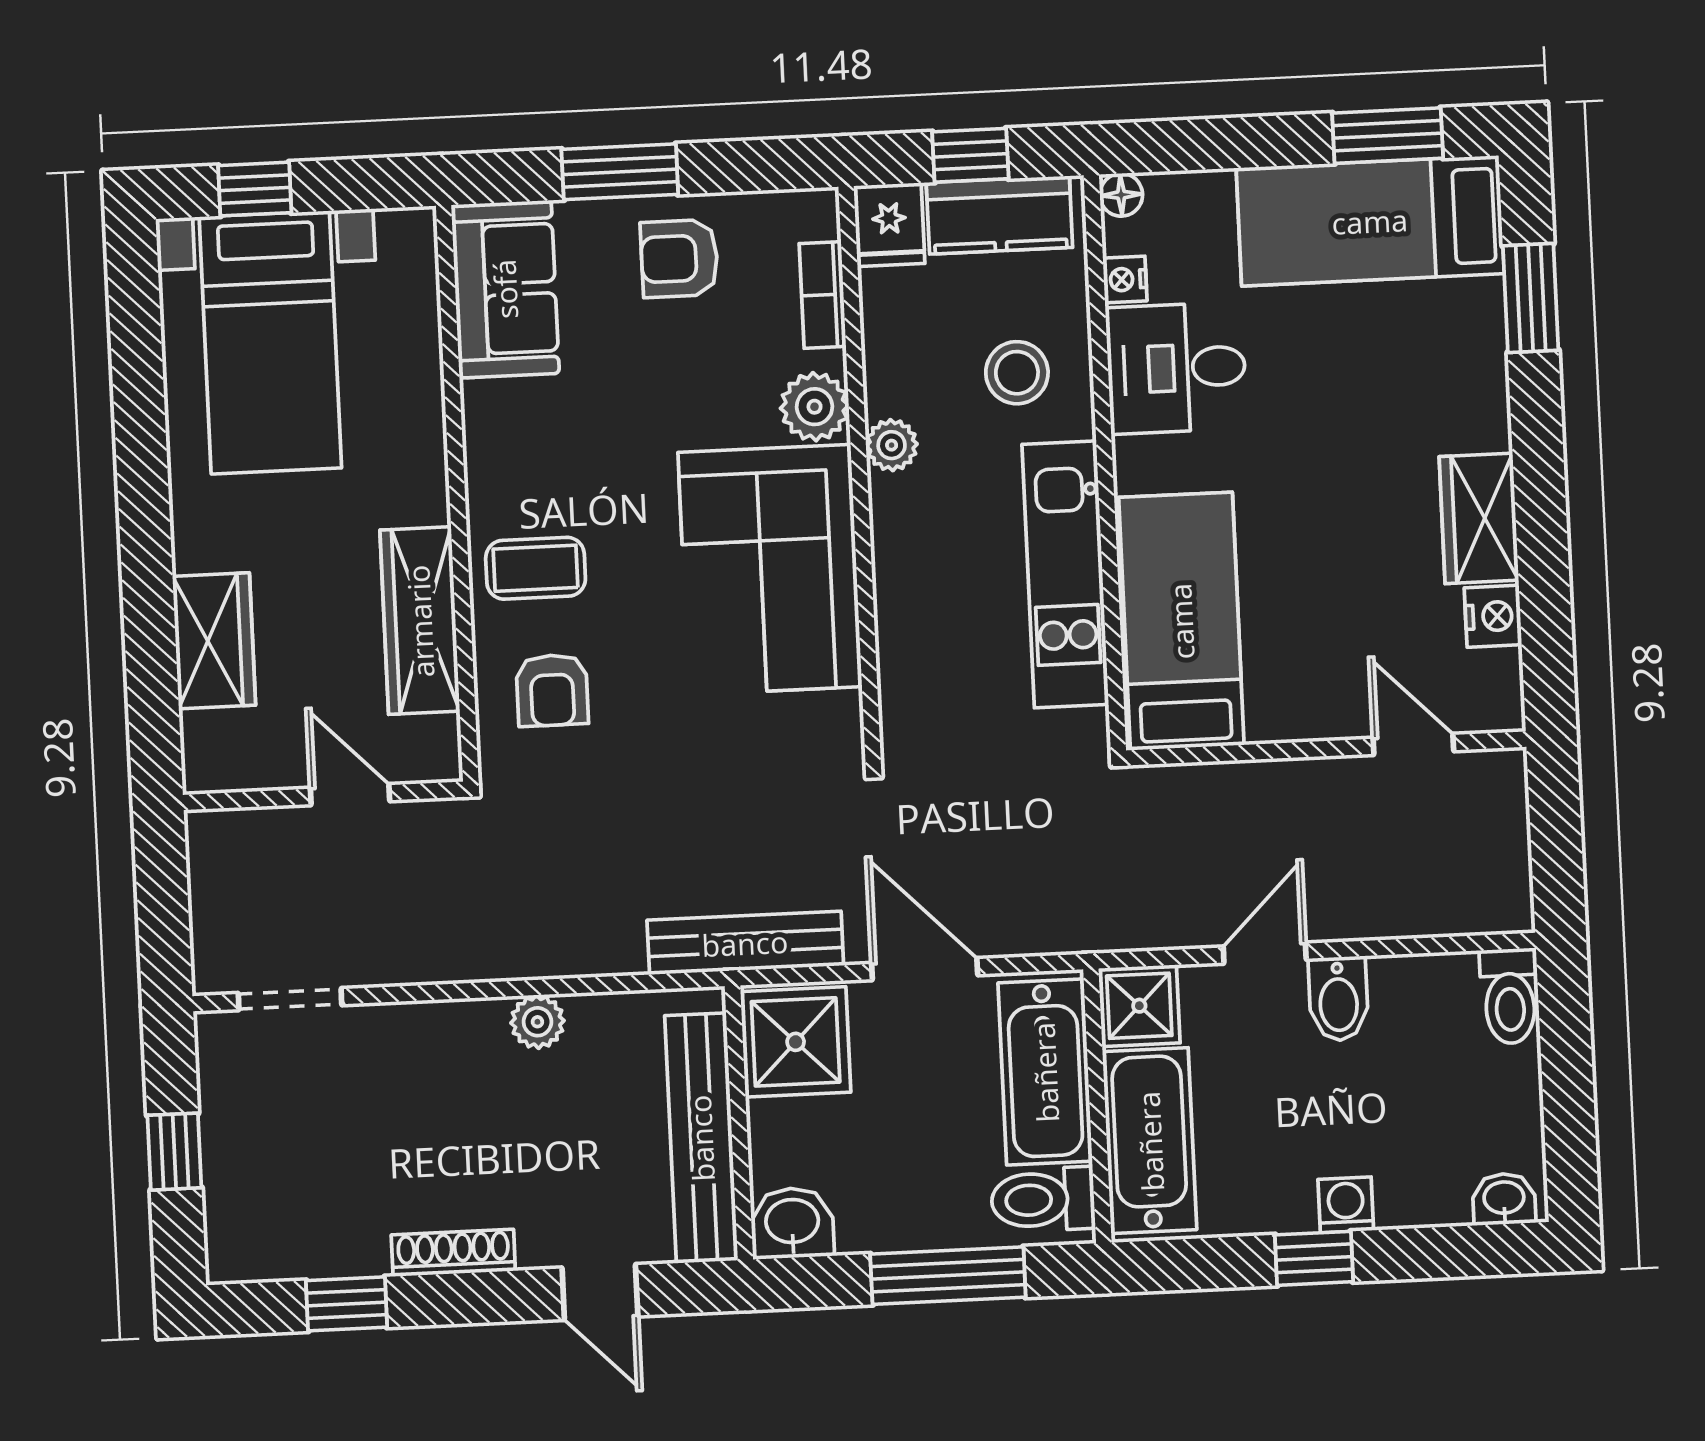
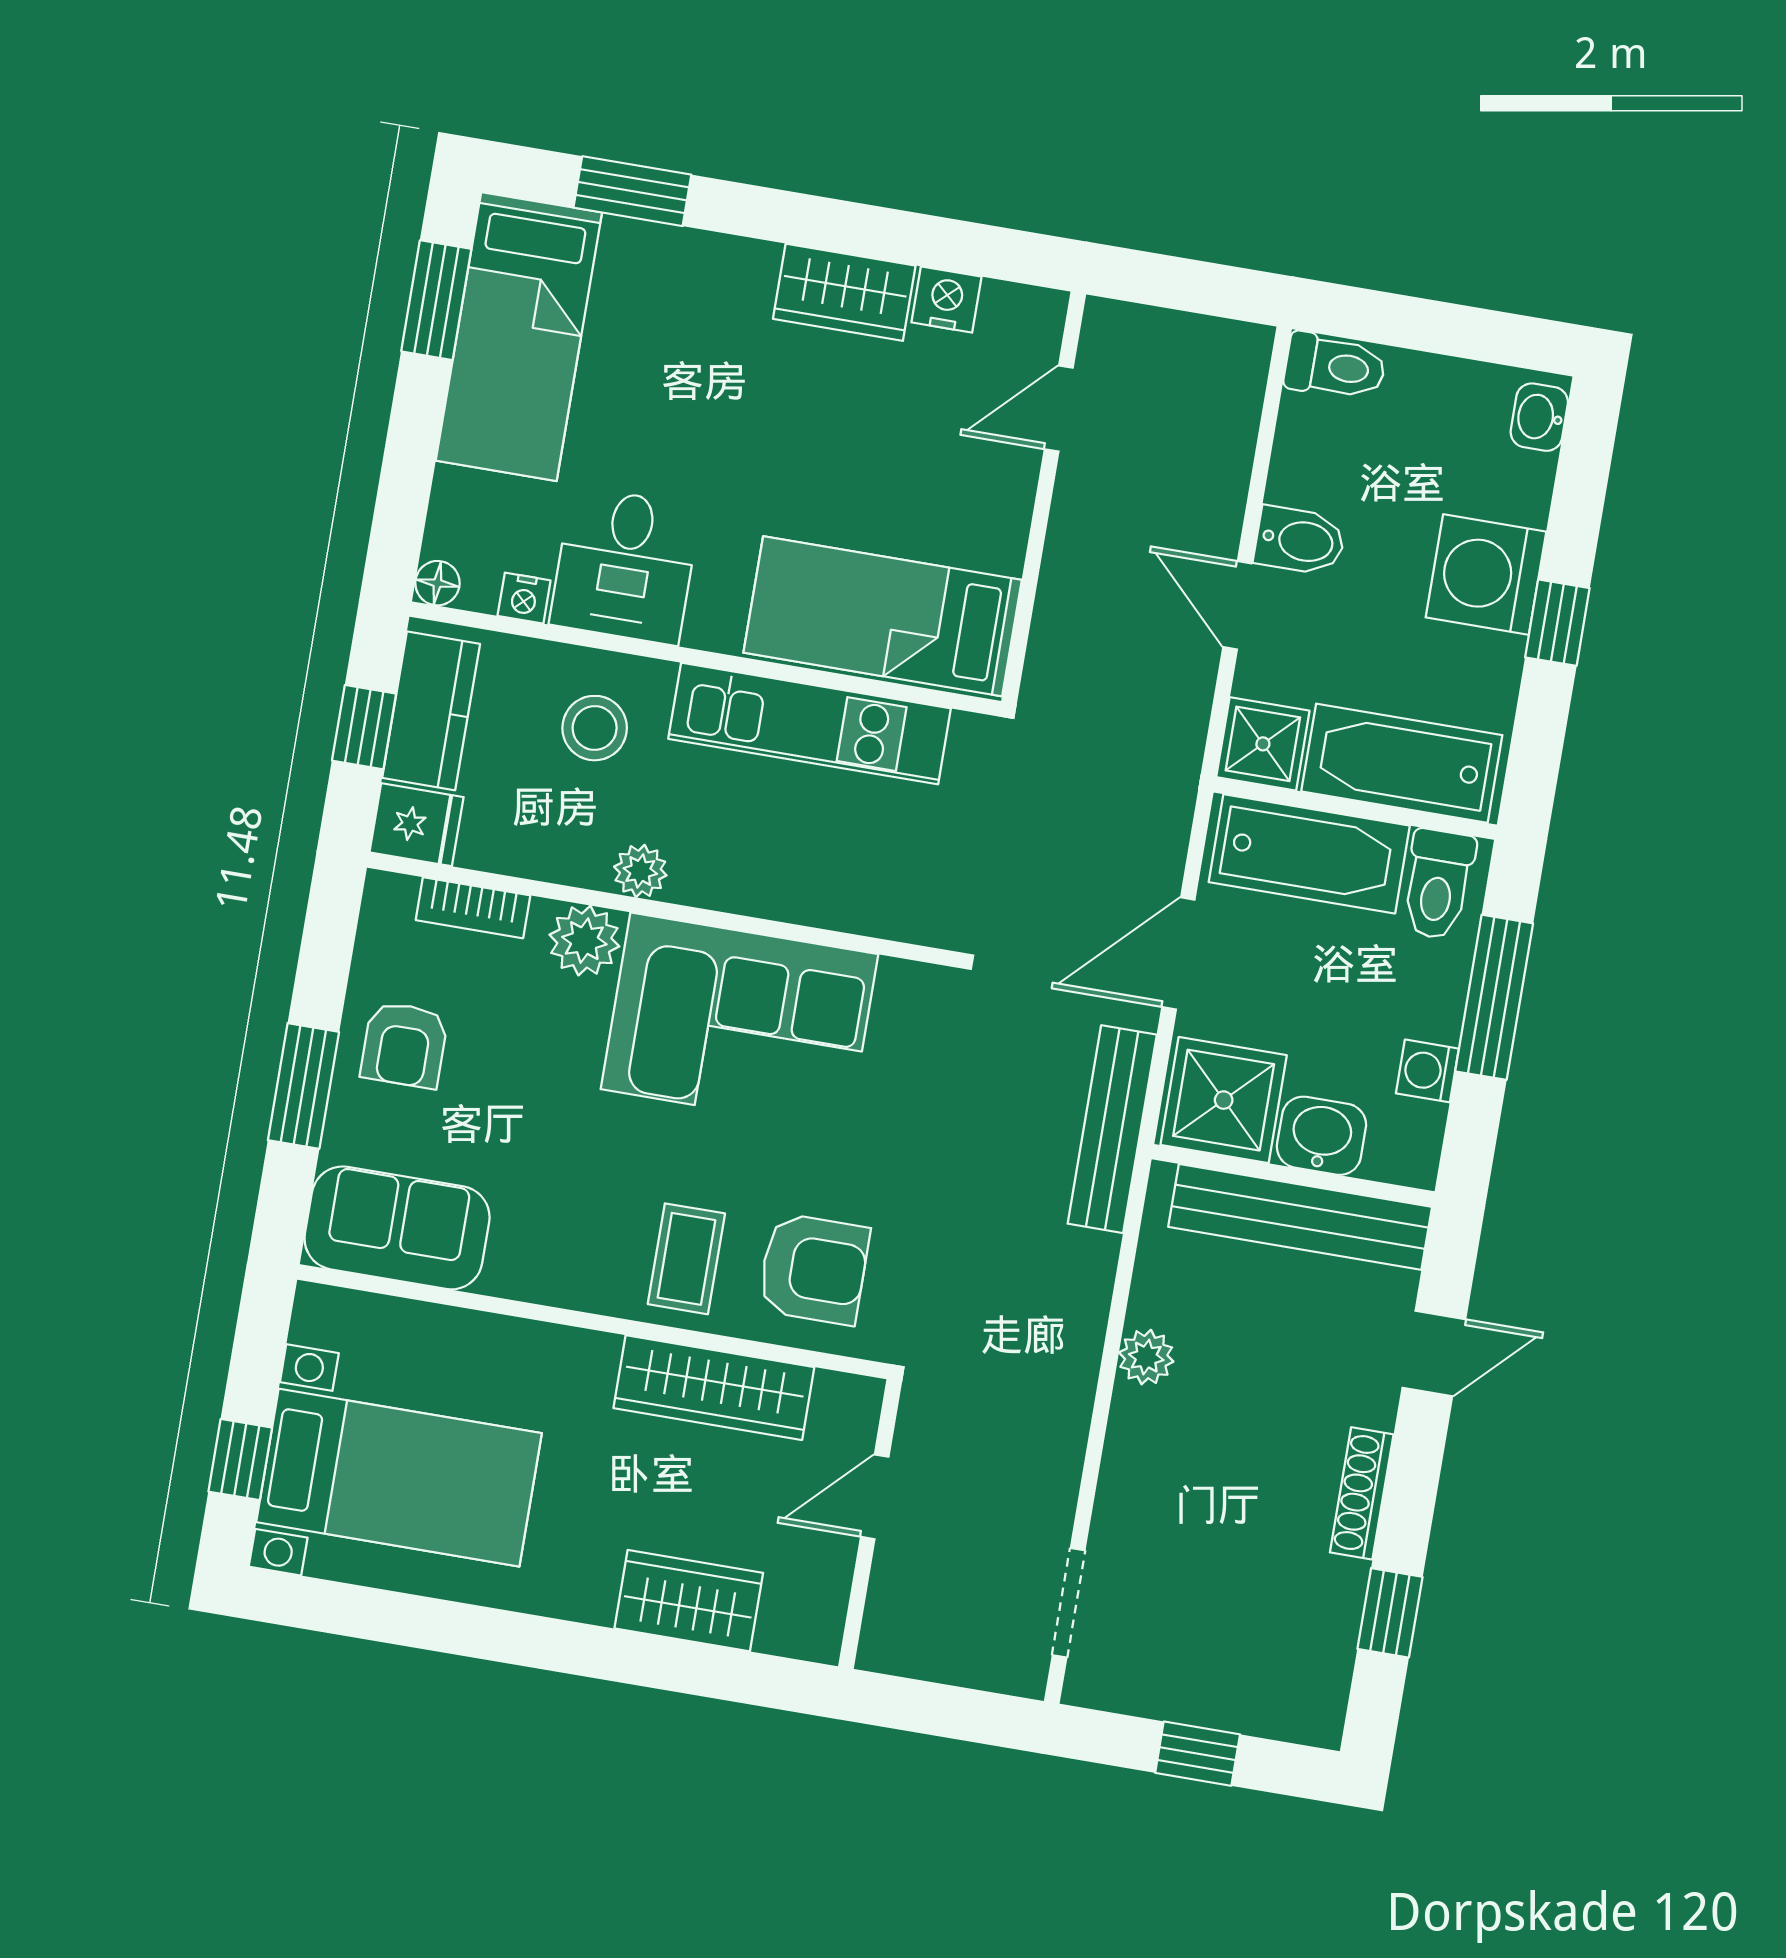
armchair: (552, 690) -> (814, 1269), width x1.38, depth x1.38
washing machine: (1346, 1205) -> (1486, 575), width x1.89, depth x1.89
washbasin: (792, 1223) -> (1321, 1136), moved, turned 90
washing machine: (865, 1228) -> (1427, 1071), added

